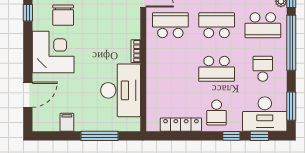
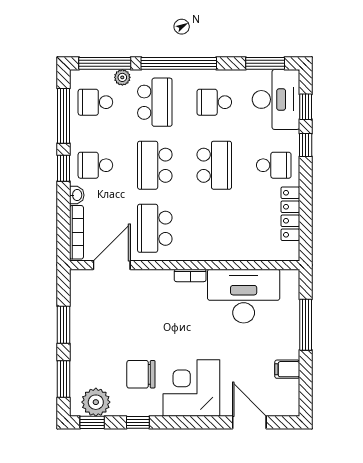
chair: (63, 15) -> (141, 374), turned 180

